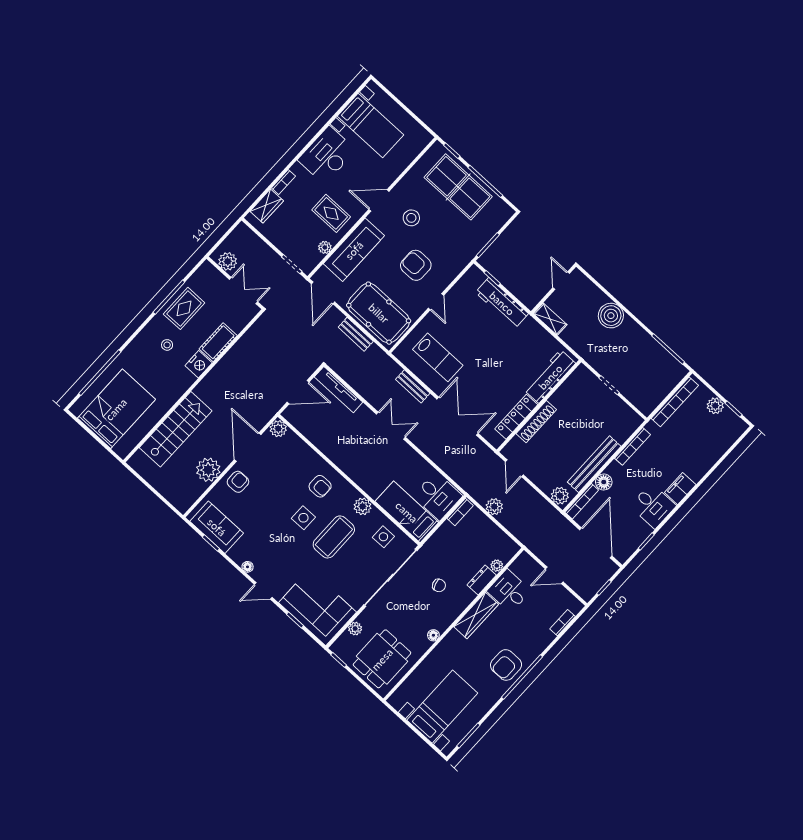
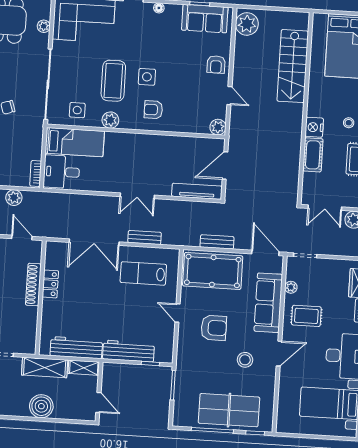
shelving: (582, 345) -> (45, 367), added
workbench: (550, 377) -> (76, 348), moved, turned -90
locker: (516, 417) -> (50, 284), width x0.66
door: (248, 447) -> (229, 96), width x0.53
plant: (208, 470) -> (247, 24), moved

